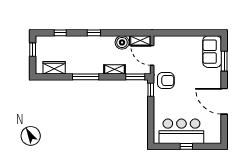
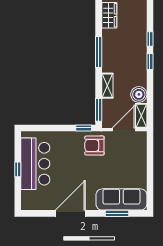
window: (60, 33) -> (150, 39), moved
sofa: (212, 52) -> (121, 199), width x1.36
armchair: (166, 80) -> (94, 146), turned 90

